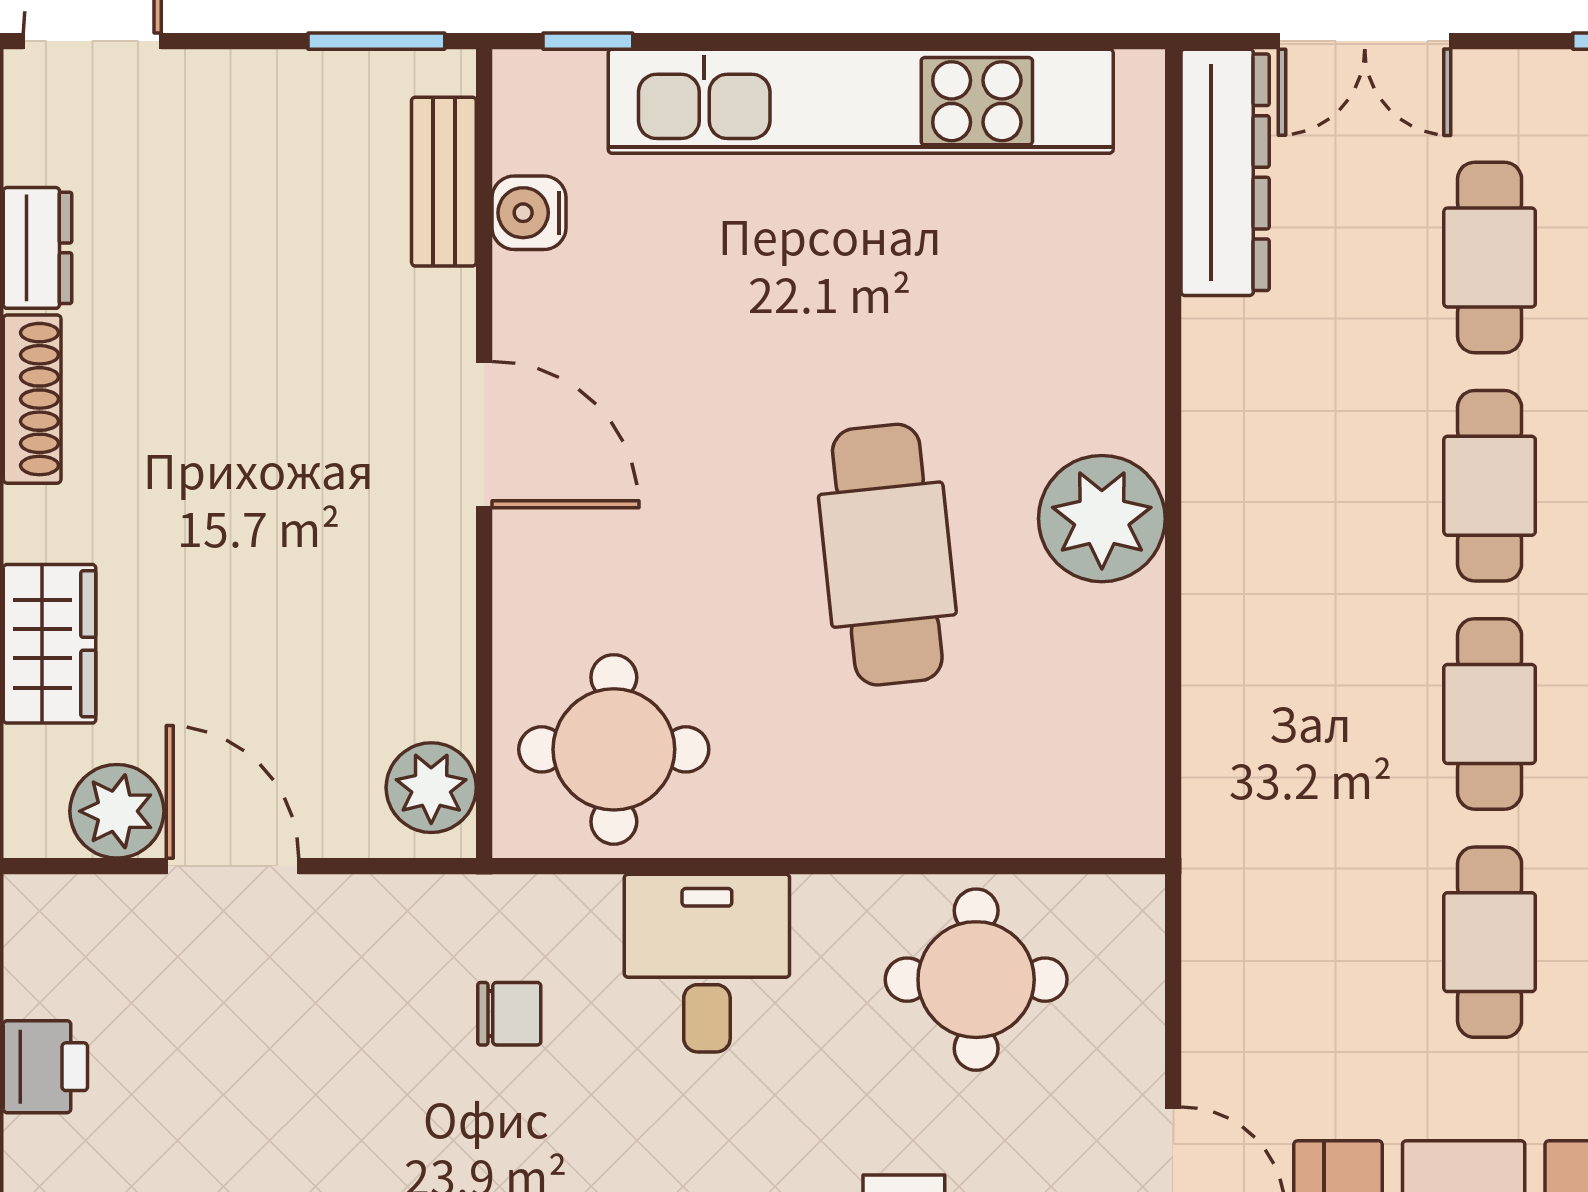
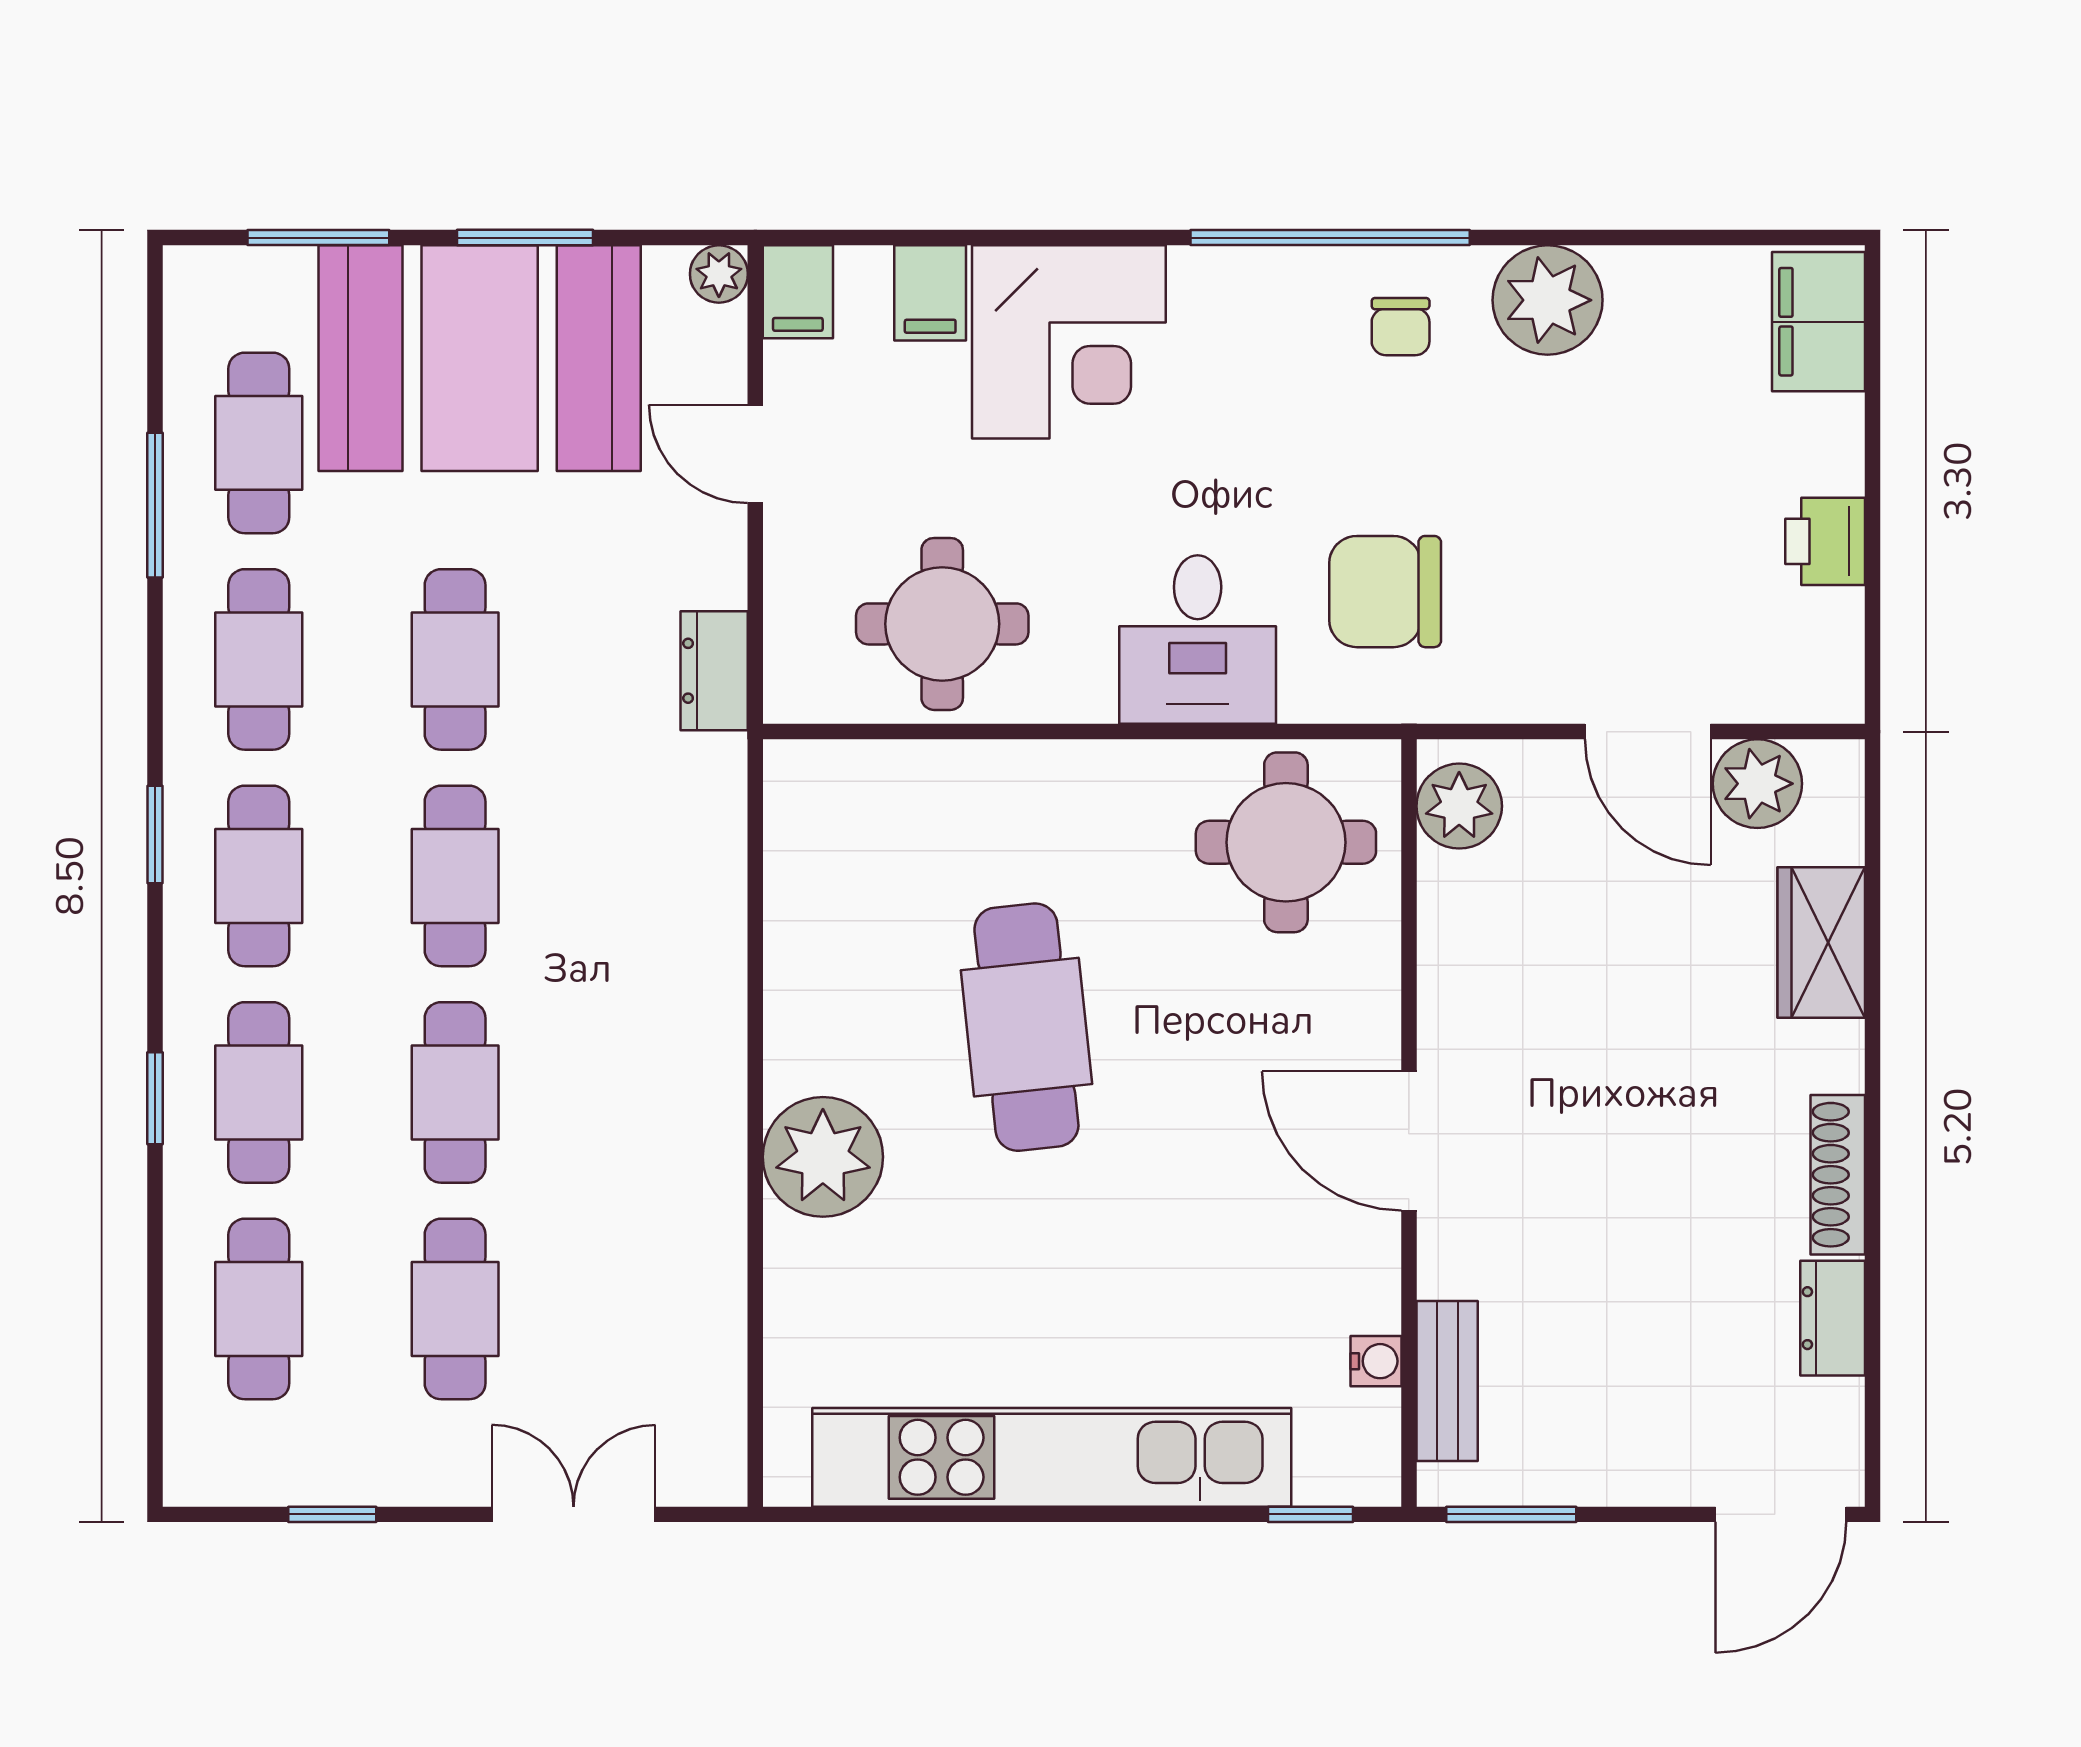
dresser: (1225, 172) -> (714, 671), moved, width x0.51, depth x0.80
water cooler: (529, 213) -> (1376, 1361), width x0.72, depth x0.72
plant: (1102, 519) -> (823, 1157), moved
chair: (509, 1014) -> (1385, 592), width x1.87, depth x1.87

